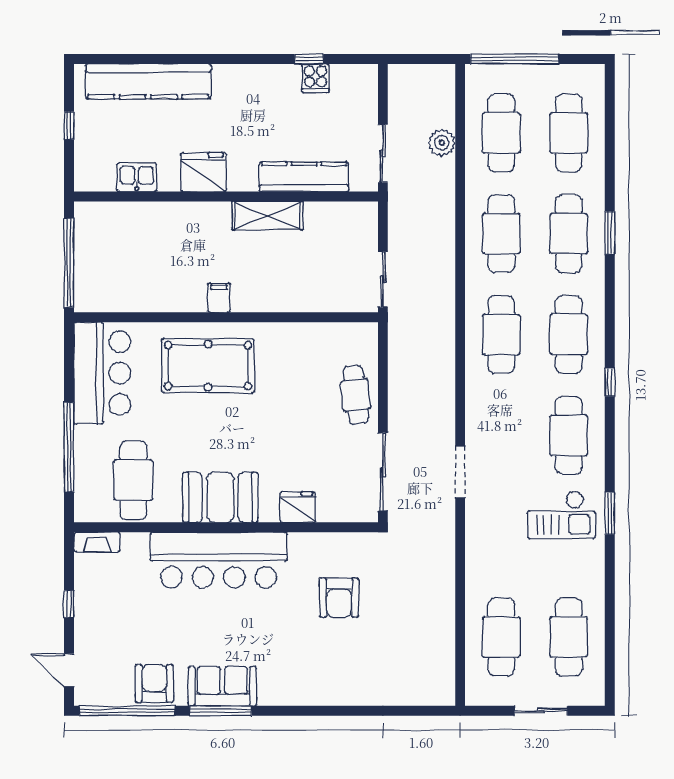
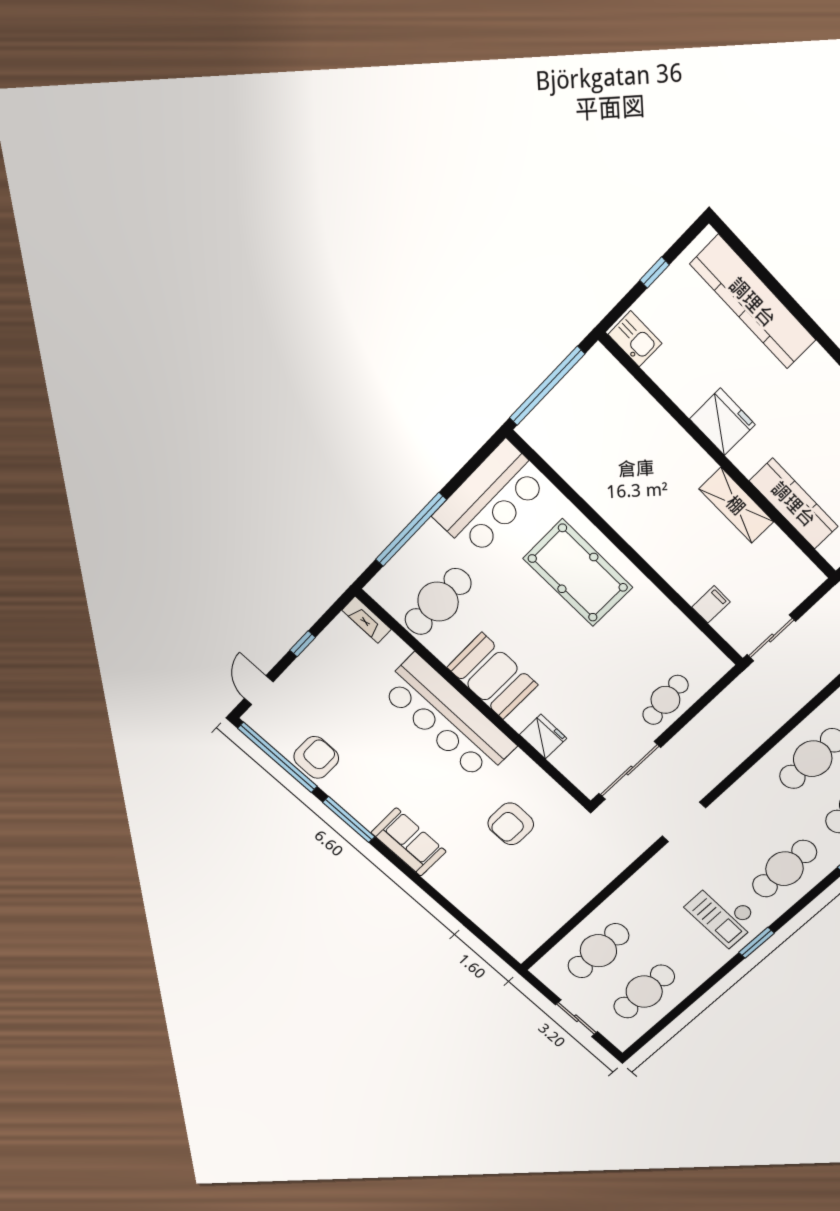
kitchen sink: (137, 177) -> (635, 339), moved
filing cabinet: (219, 298) -> (711, 604), moved
sofa: (222, 686) -> (409, 842), moved

